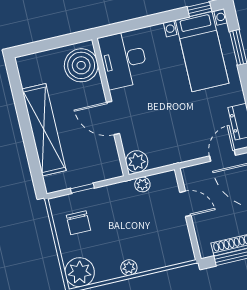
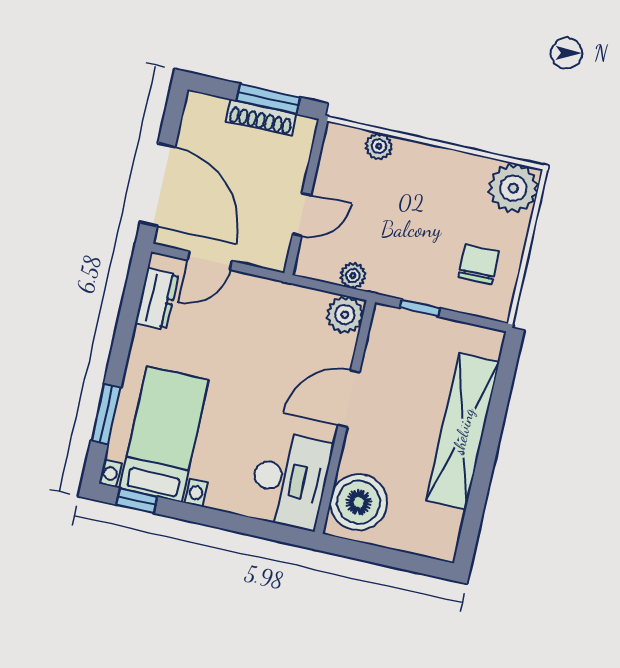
door: (113, 118) -> (349, 399), swing flipped
window: (82, 188) -> (420, 308), moved
door: (185, 204) -> (302, 214), swing flipped
plant: (129, 268) -> (379, 146), moved

